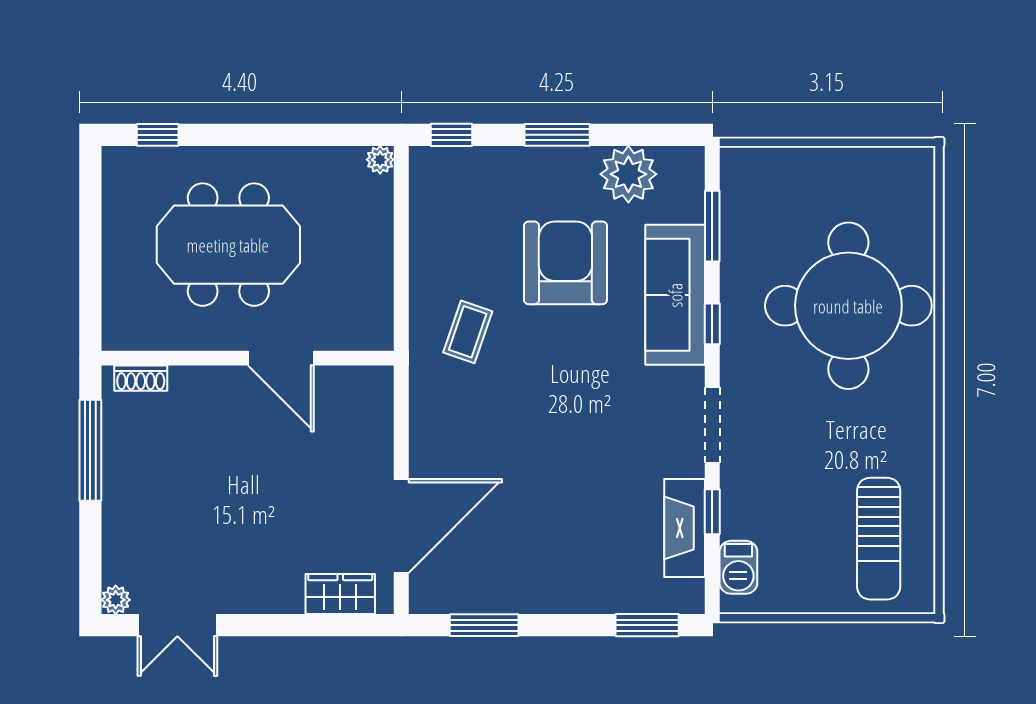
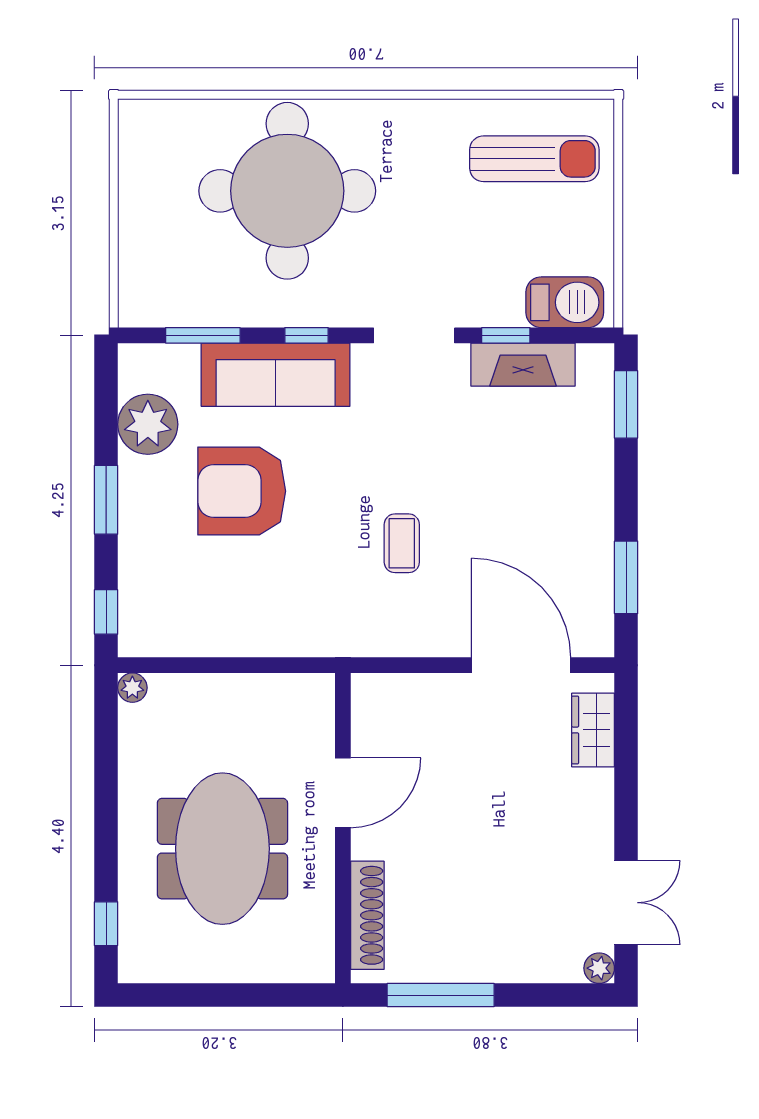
coffee table: (468, 332) -> (402, 543), moved, turned 71
shoe rack: (141, 378) -> (367, 915), width x1.94, depth x1.24
barbecue: (738, 567) -> (565, 302), width x1.38, depth x1.27

